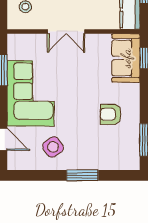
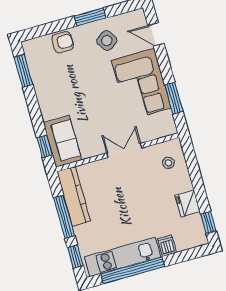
armchair: (111, 114) -> (63, 42), moved
window: (82, 175) -> (90, 17), moved

